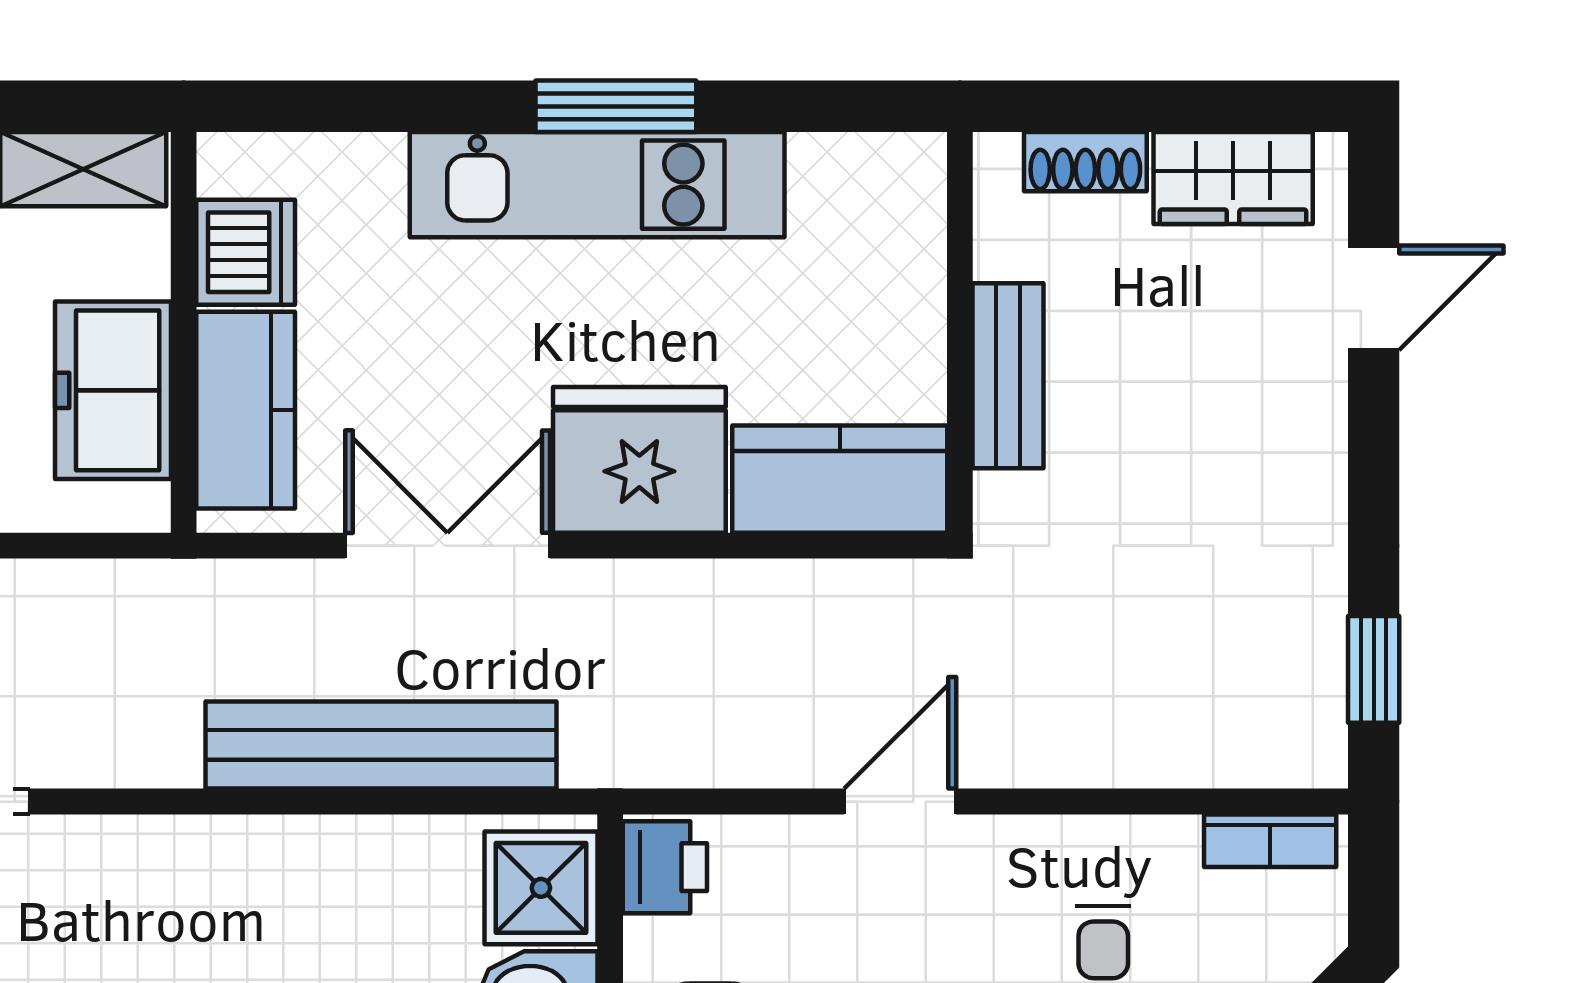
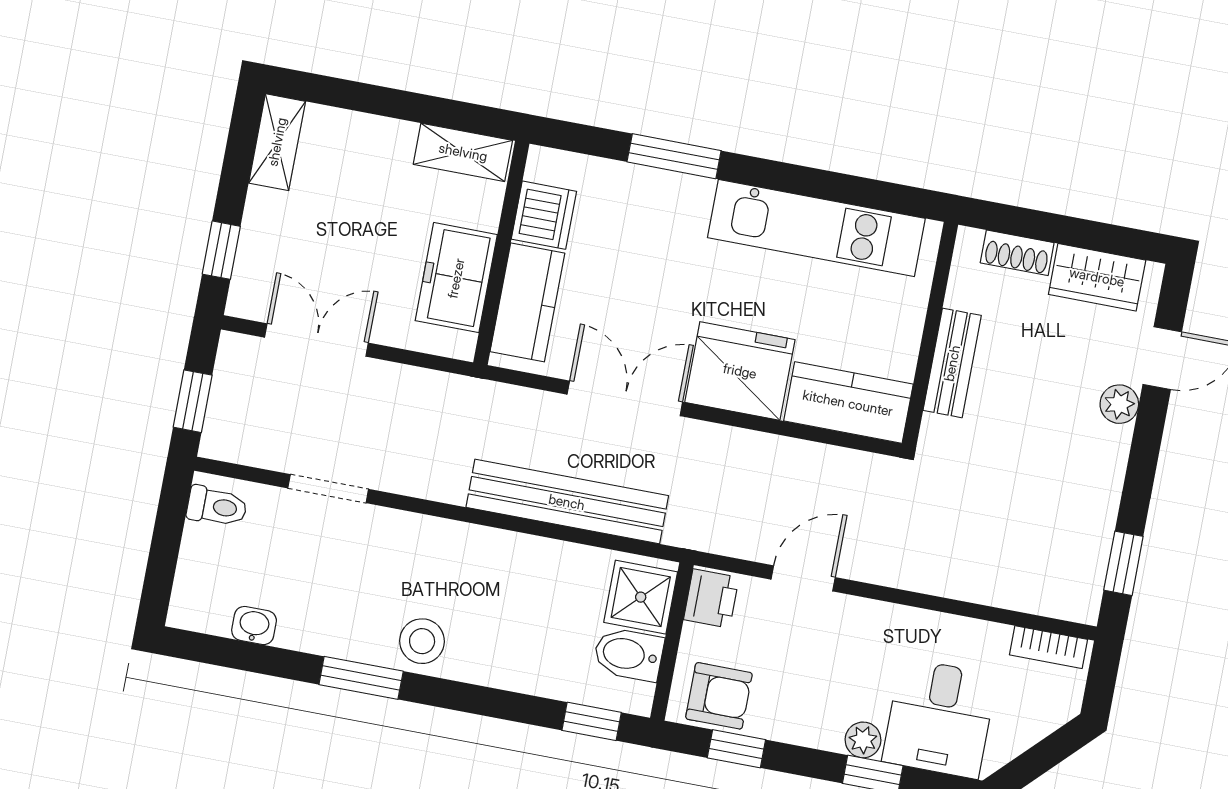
window: (616, 106) -> (674, 156), moved
kitchen unit: (597, 185) -> (816, 228), moved
plant: (1314, 392) -> (1119, 404), added
door: (900, 802) -> (803, 578), moved

